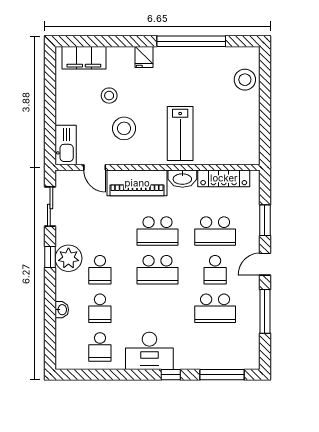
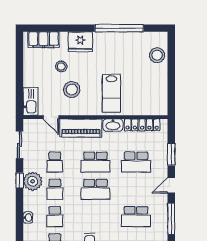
fridge: (144, 57) -> (80, 42), width x1.88, depth x1.34
school desk: (215, 270) -> (55, 162), moved

